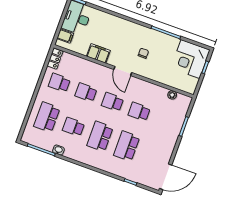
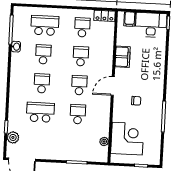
corner desk: (190, 59) -> (127, 139), moved, turned 90
school desk: (100, 136) -> (42, 83), width x0.54
plant: (142, 179) -> (13, 137), added

